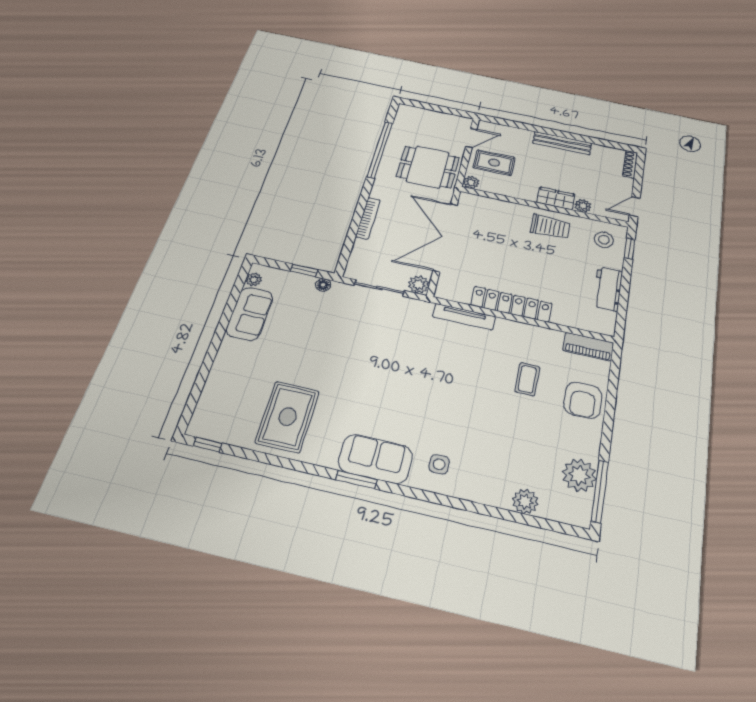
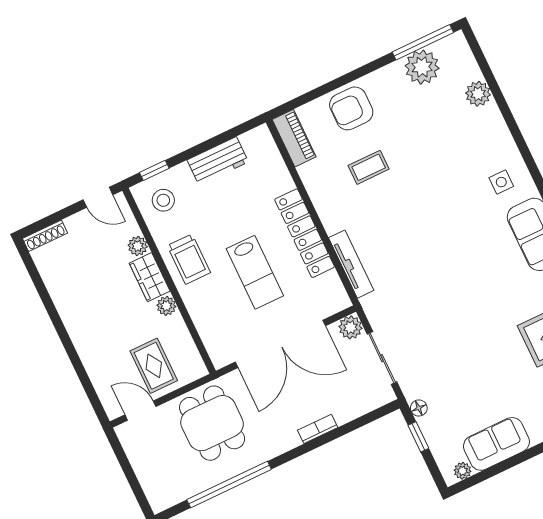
bench: (562, 143) -> (72, 319), removed
plant: (471, 182) -> (166, 306), moved
bookcase: (368, 218) -> (318, 429), width x0.64
trolley: (550, 227) -> (189, 259), turned 180
lab bench: (509, 256) -> (255, 272), added
armchair: (583, 400) -> (351, 108), turned 180

